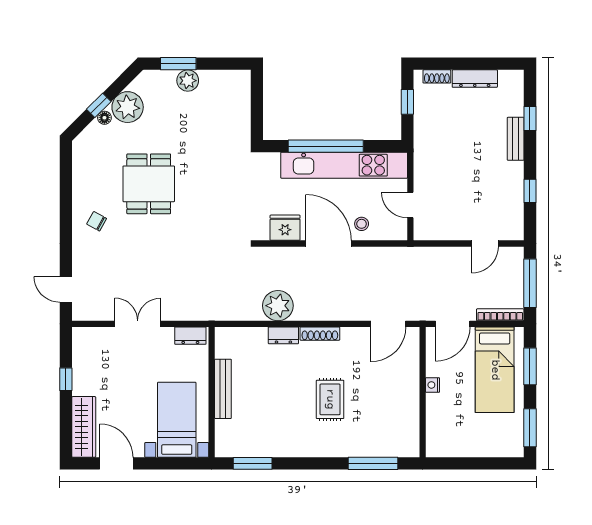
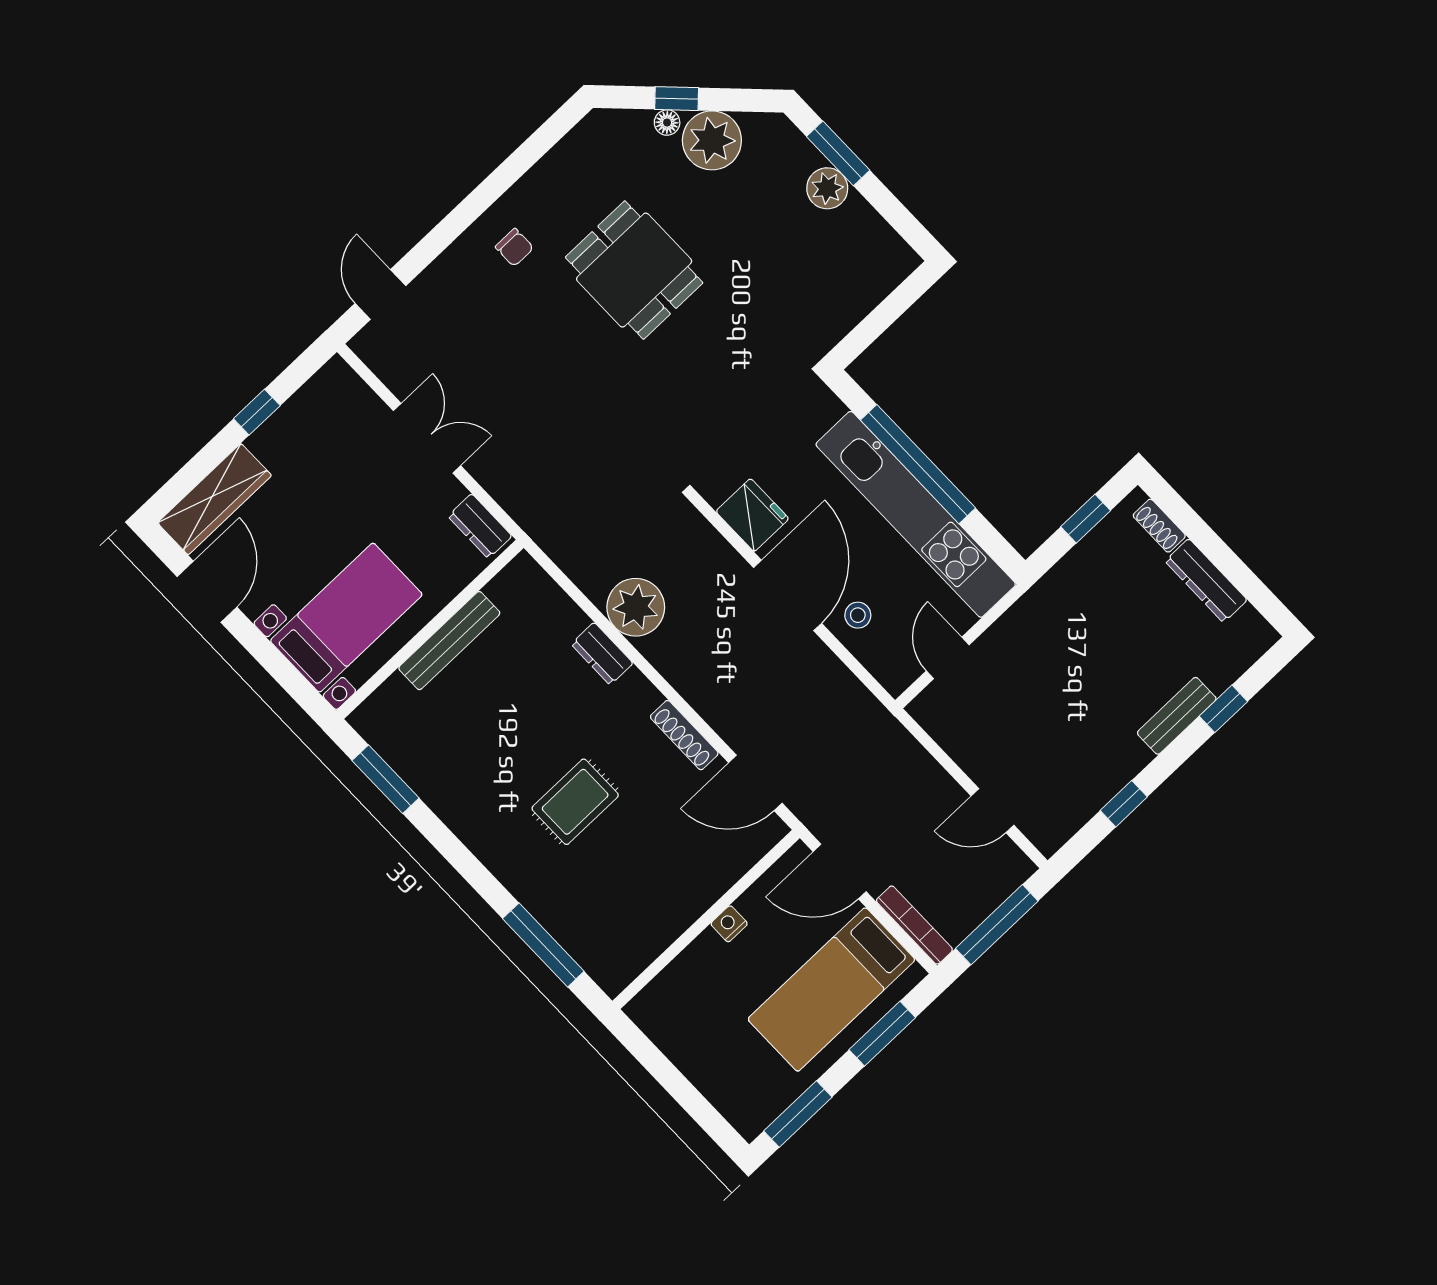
dining table: (149, 184) -> (634, 270), turned 90
chair: (97, 221) -> (514, 247), turned 151
shoe rack: (320, 334) -> (684, 735), moved

